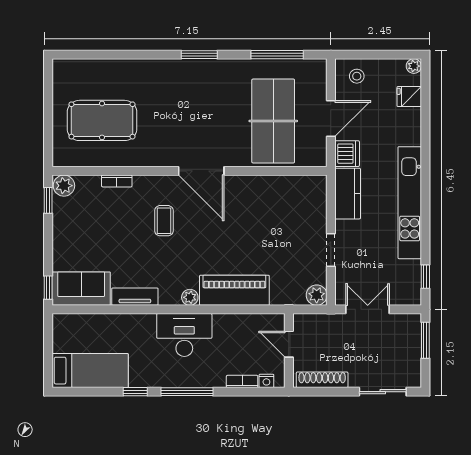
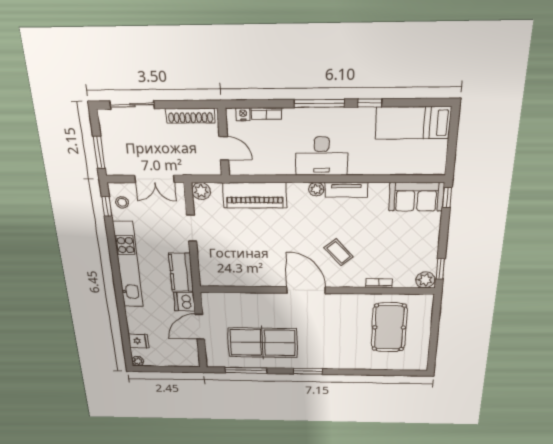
stool: (357, 76) -> (122, 202), moved
pool table: (102, 120) -> (389, 327), turned 90
table tennis table: (273, 121) -> (263, 343), moved, turned 90
coffee table: (164, 221) -> (339, 252), turned -41
piano: (234, 290) -> (255, 195), moved
tv unit: (135, 297) -> (346, 190), moved

